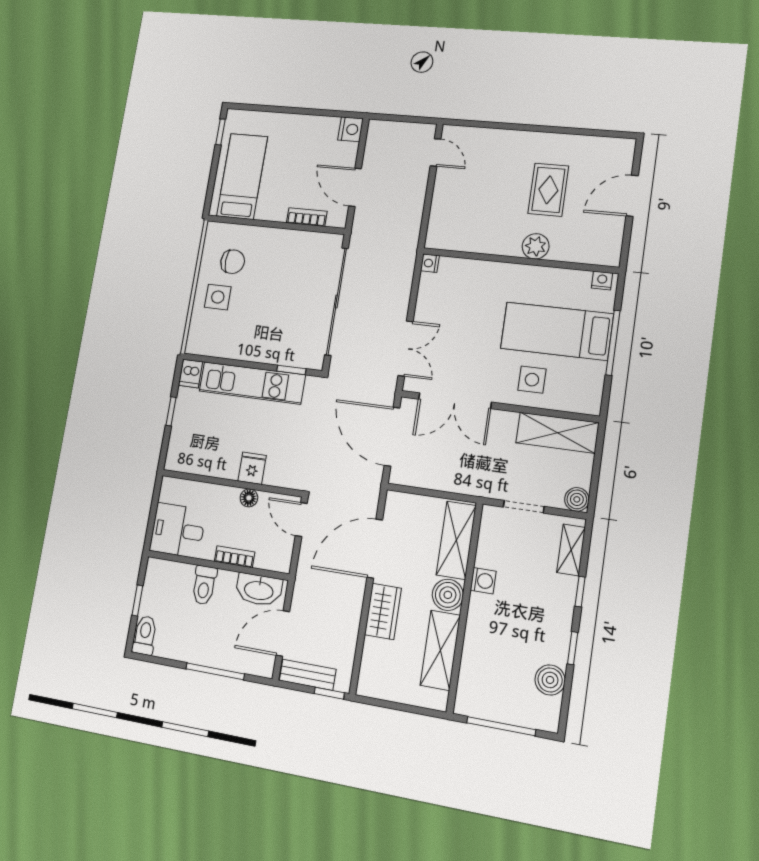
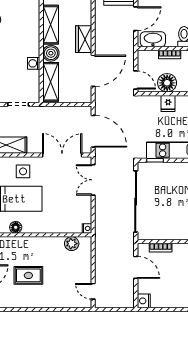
rug: (548, 190) -> (28, 275), turned 90
plant: (536, 246) -> (72, 244), moved
floor lamp: (560, 279) -> (16, 227), added
floor lamp: (249, 498) -> (167, 83), width x1.89, depth x1.89

